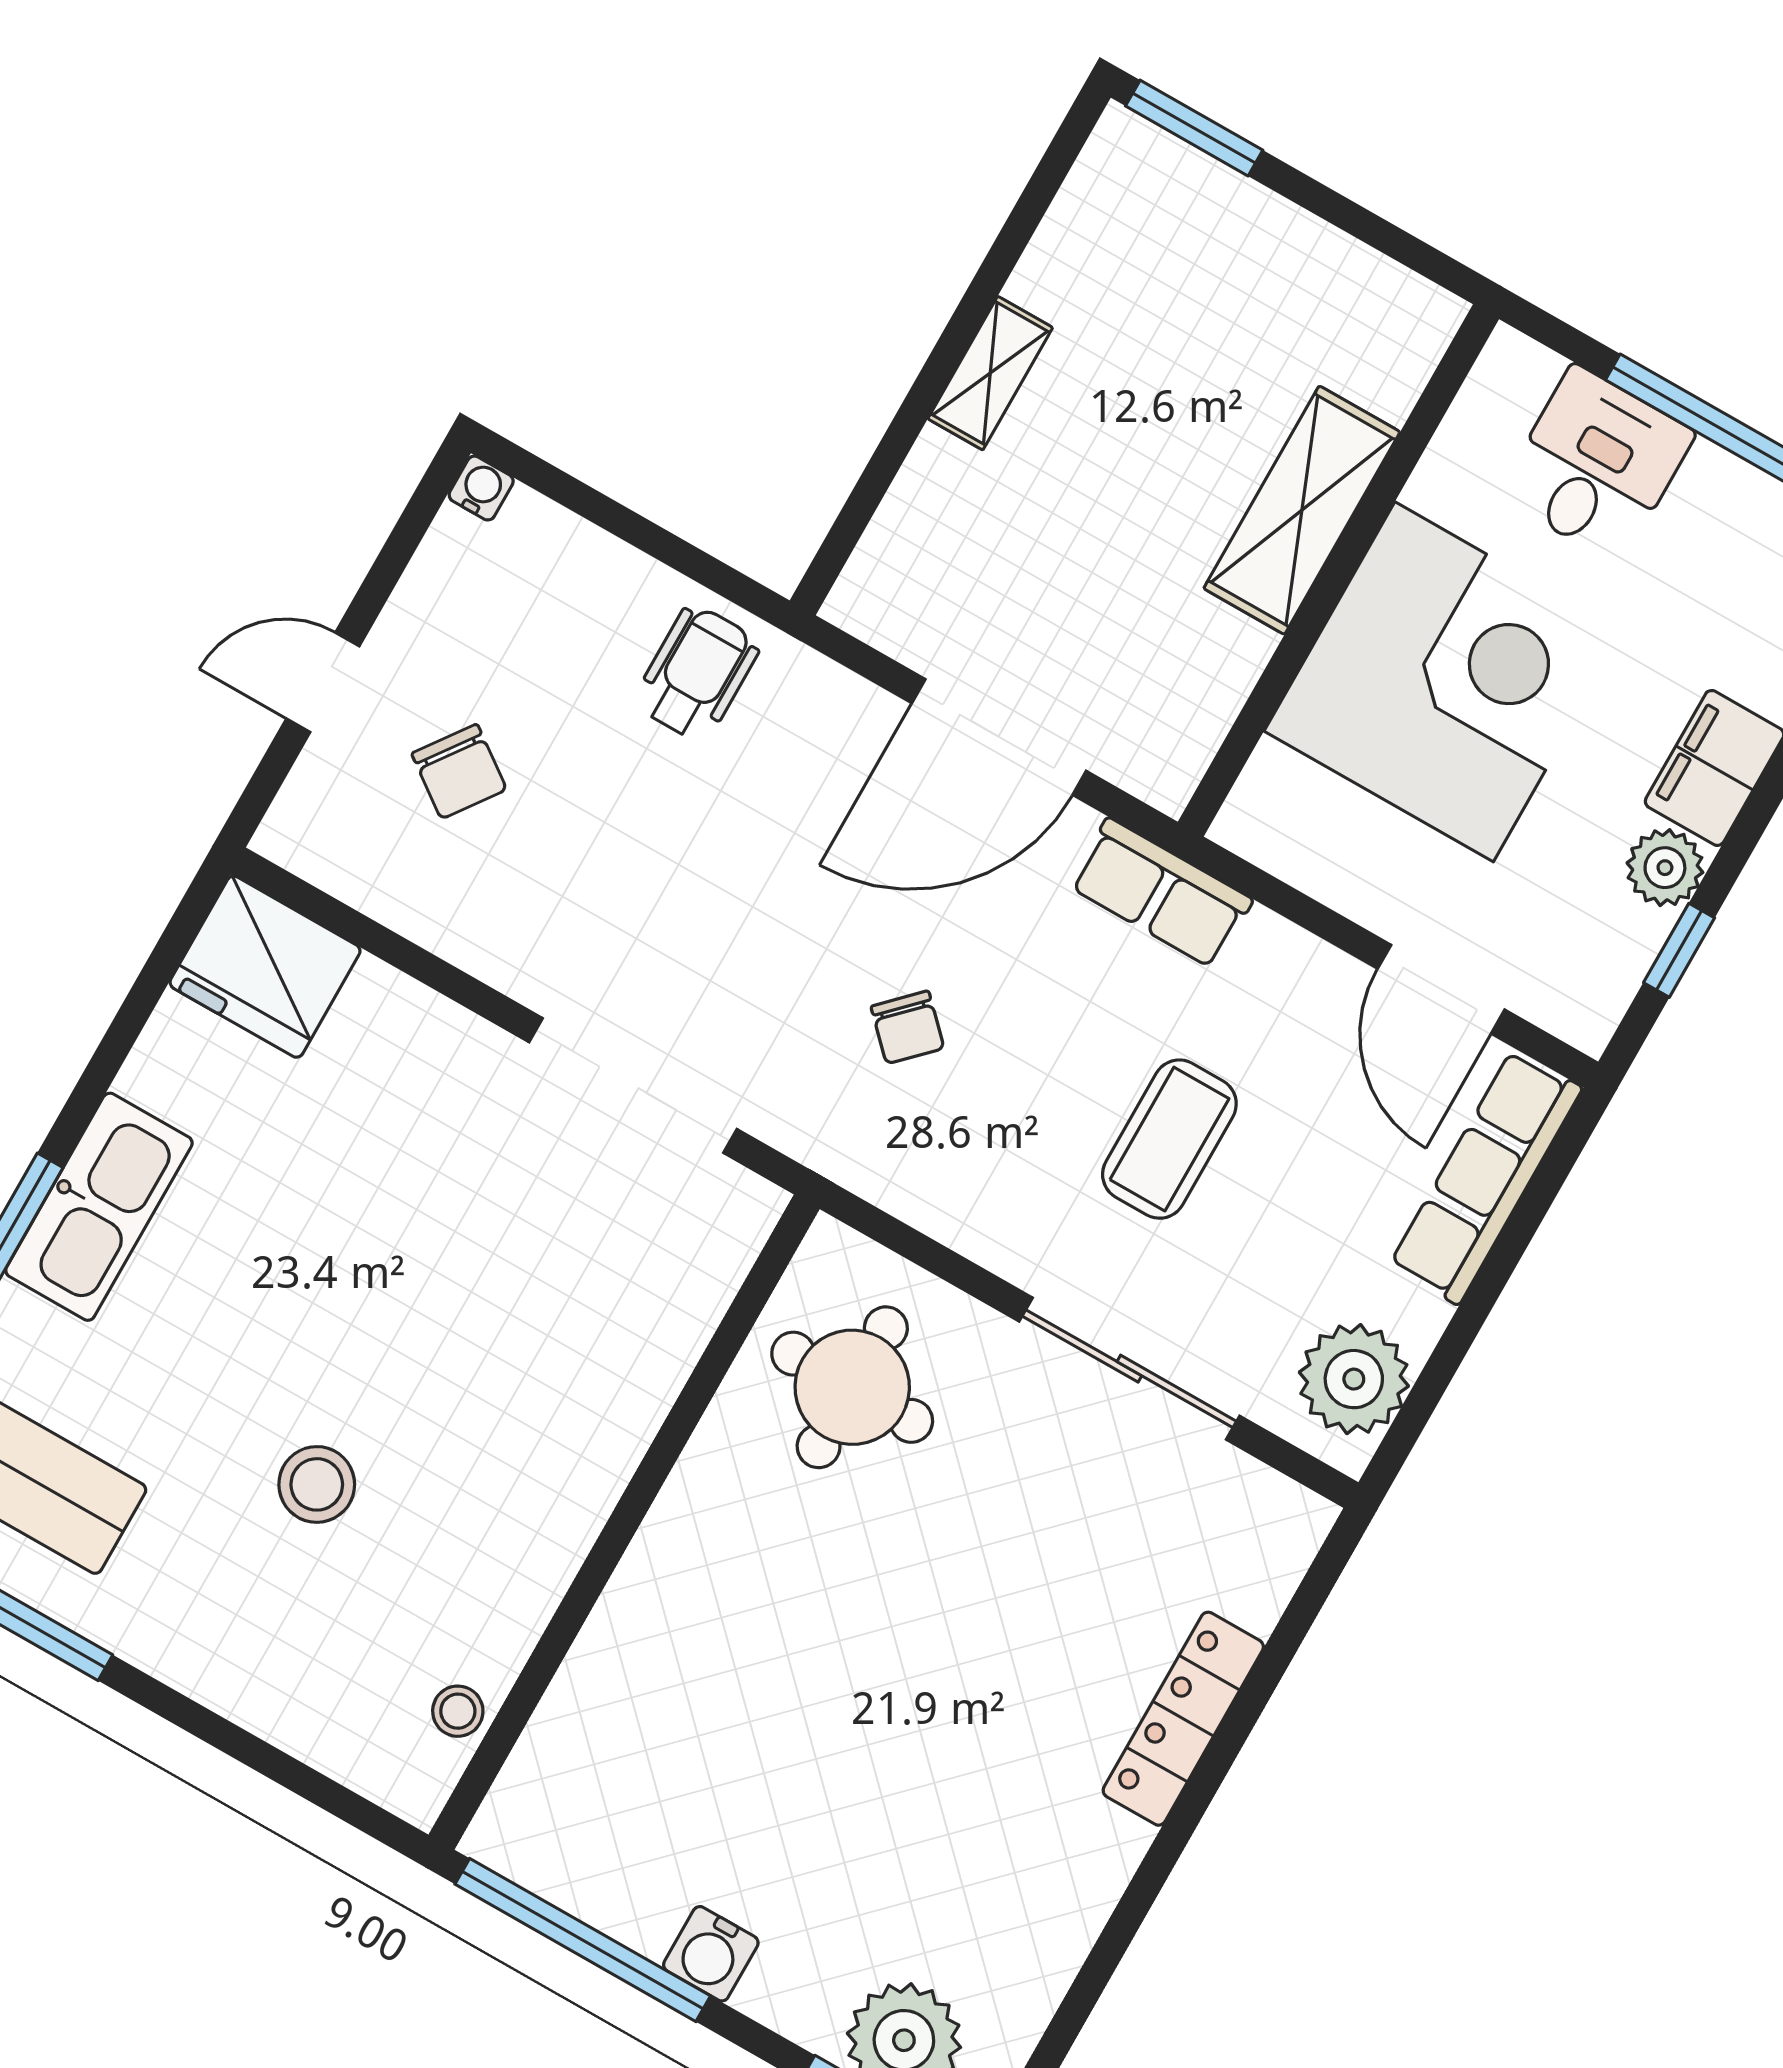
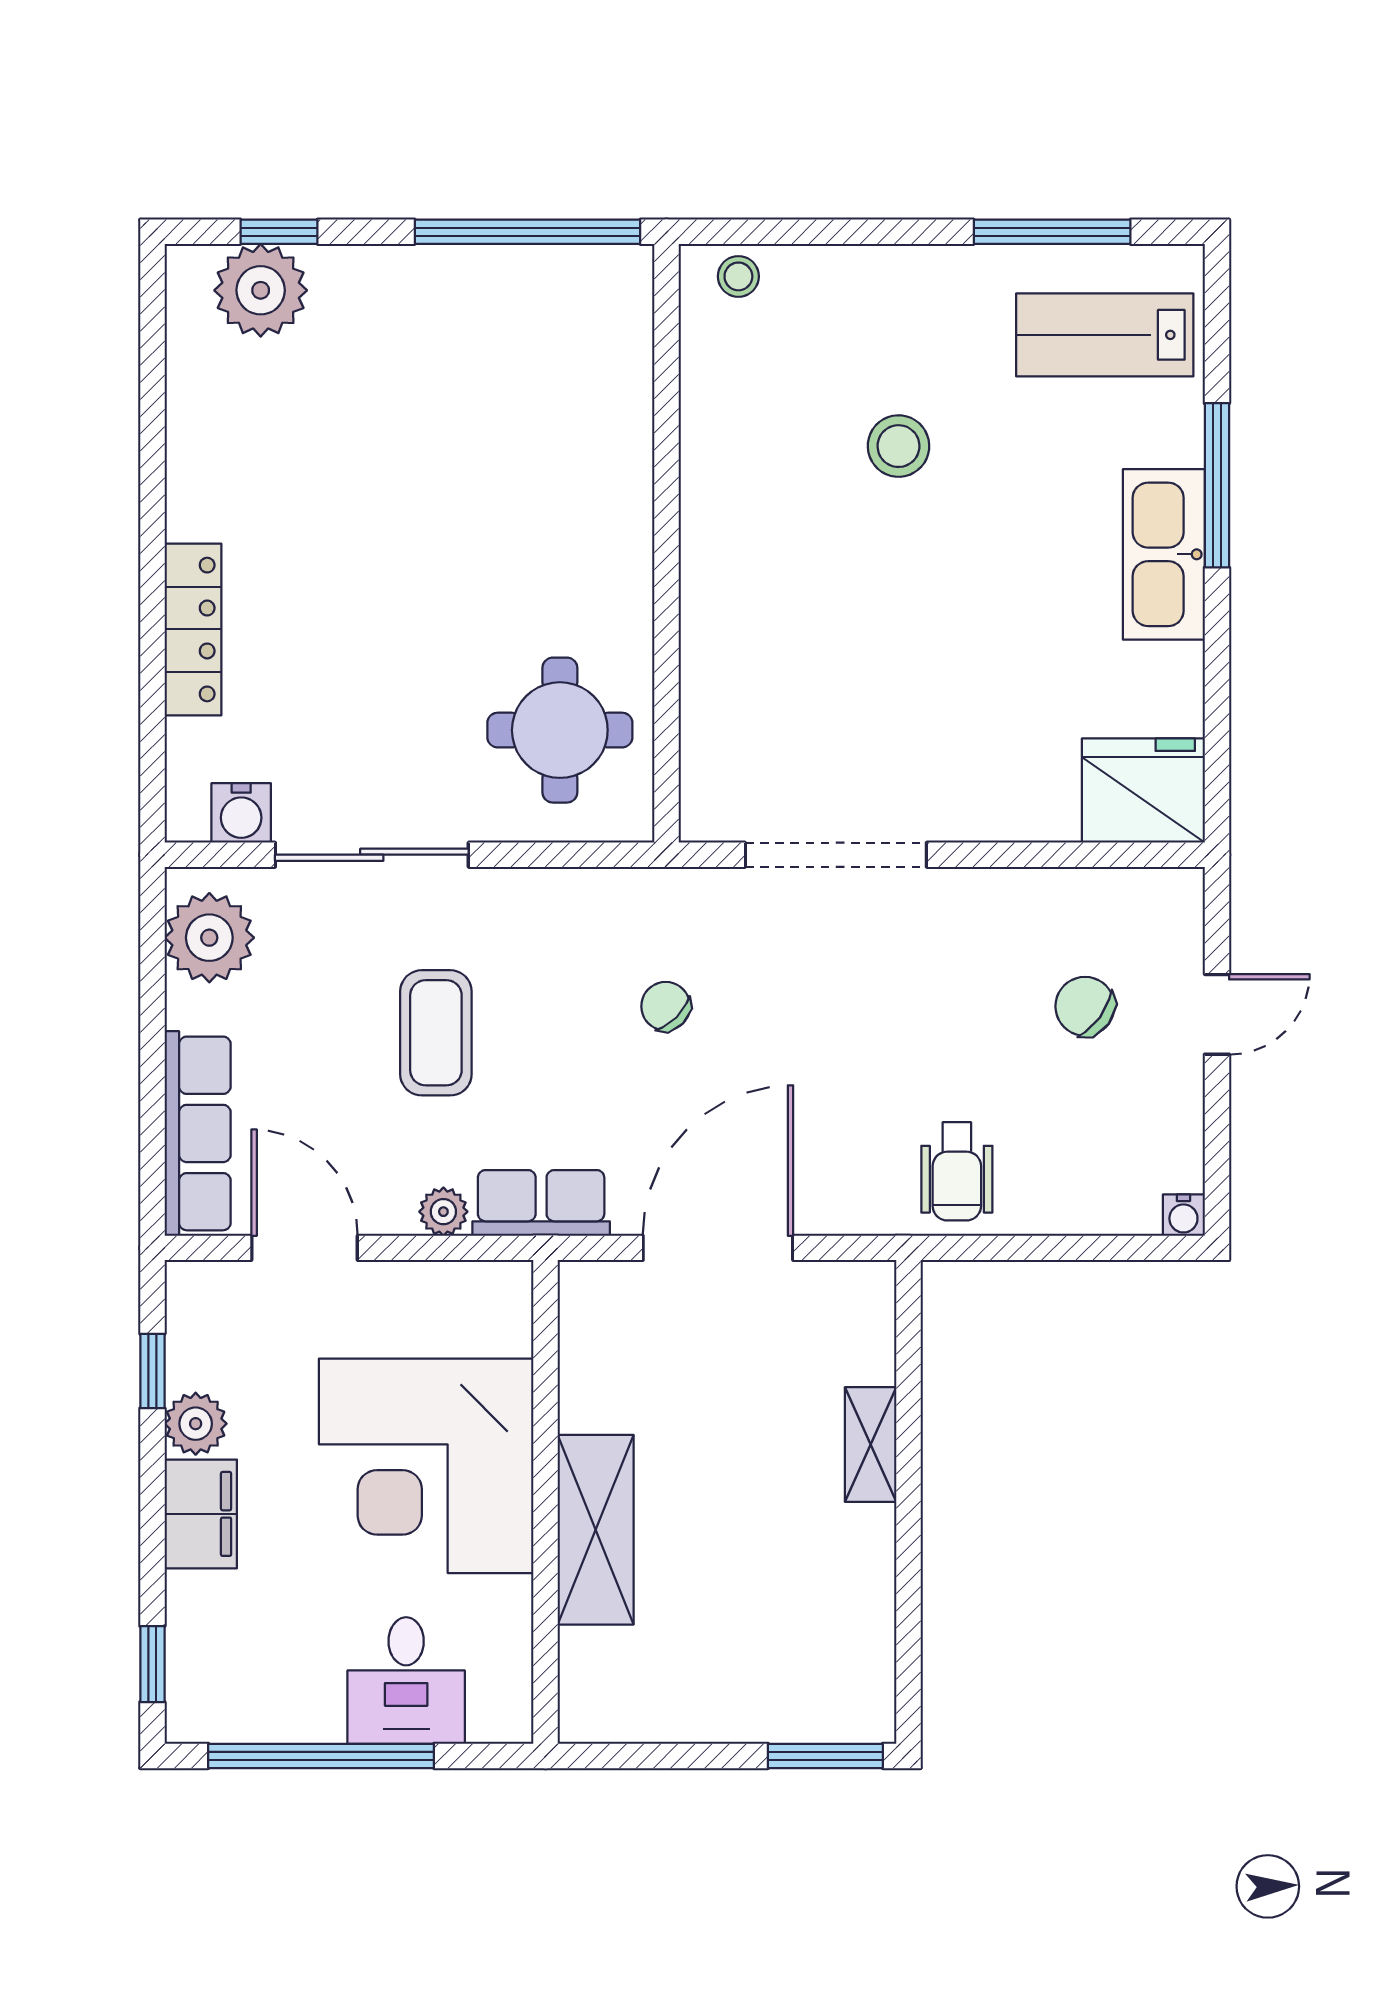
shelving: (990, 373) -> (871, 1444), moved
plant: (1271, 943) -> (443, 1212), added
stool: (458, 1711) -> (738, 276), moved
water cooler: (711, 1954) -> (241, 813), moved, turned 180

